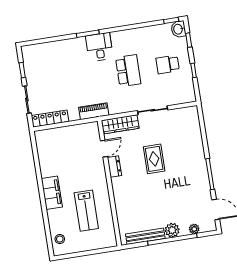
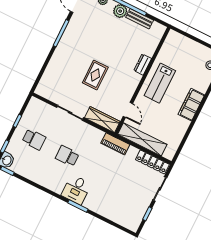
school desk: (128, 71) -> (67, 156), width x0.54
shelving: (73, 132) -> (142, 139), added
door: (104, 149) -> (128, 110), swing flipped
dresser: (114, 167) -> (143, 64), moved
lab bench: (86, 211) -> (160, 83), moved, turned 180
bench: (145, 236) -> (140, 19), width x0.73

